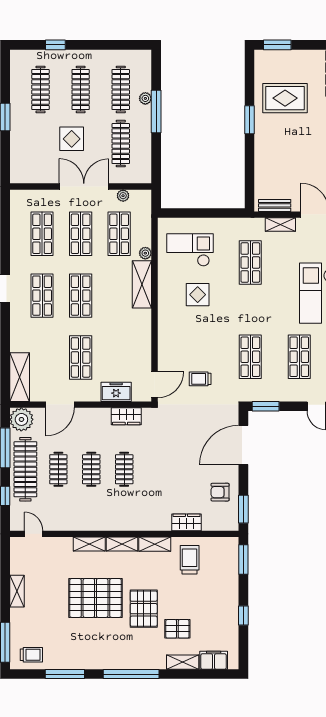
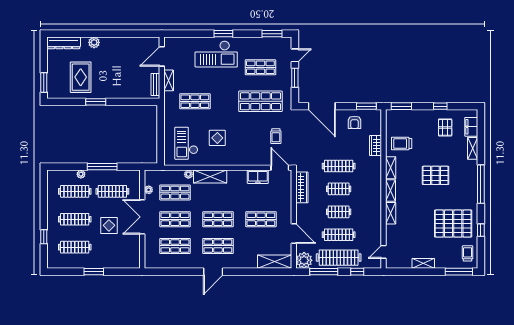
window: (156, 112) -> (102, 167), moved
shop shelf: (250, 357) -> (260, 101), width x1.43, depth x1.36
freezer: (116, 392) -> (258, 177), moved, turned -90
window: (266, 406) -> (295, 78), moved
wardrobe: (126, 416) -> (302, 187), width x1.50
clothes rail: (58, 469) -> (339, 235), width x1.36
clothes rail: (157, 469) -> (339, 166), added
pallet: (96, 598) -> (453, 224), moved, turned 90
pallet: (177, 629) -> (445, 127), moved
window: (65, 674) -> (481, 230), width x0.46

